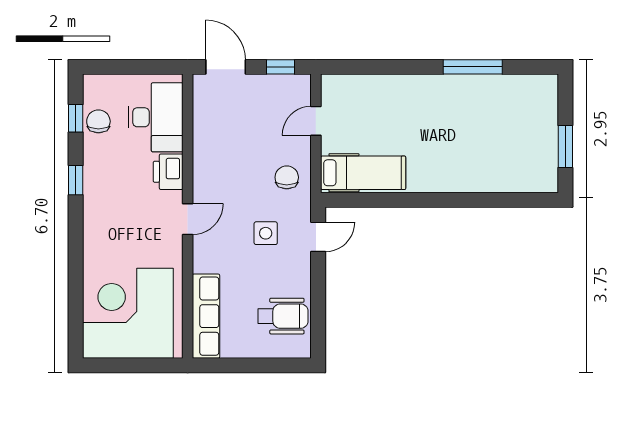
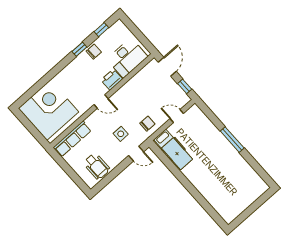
window: (473, 67) -> (232, 140), moved
chair: (98, 121) -> (94, 52), moved
window: (565, 146) -> (247, 213), removed

